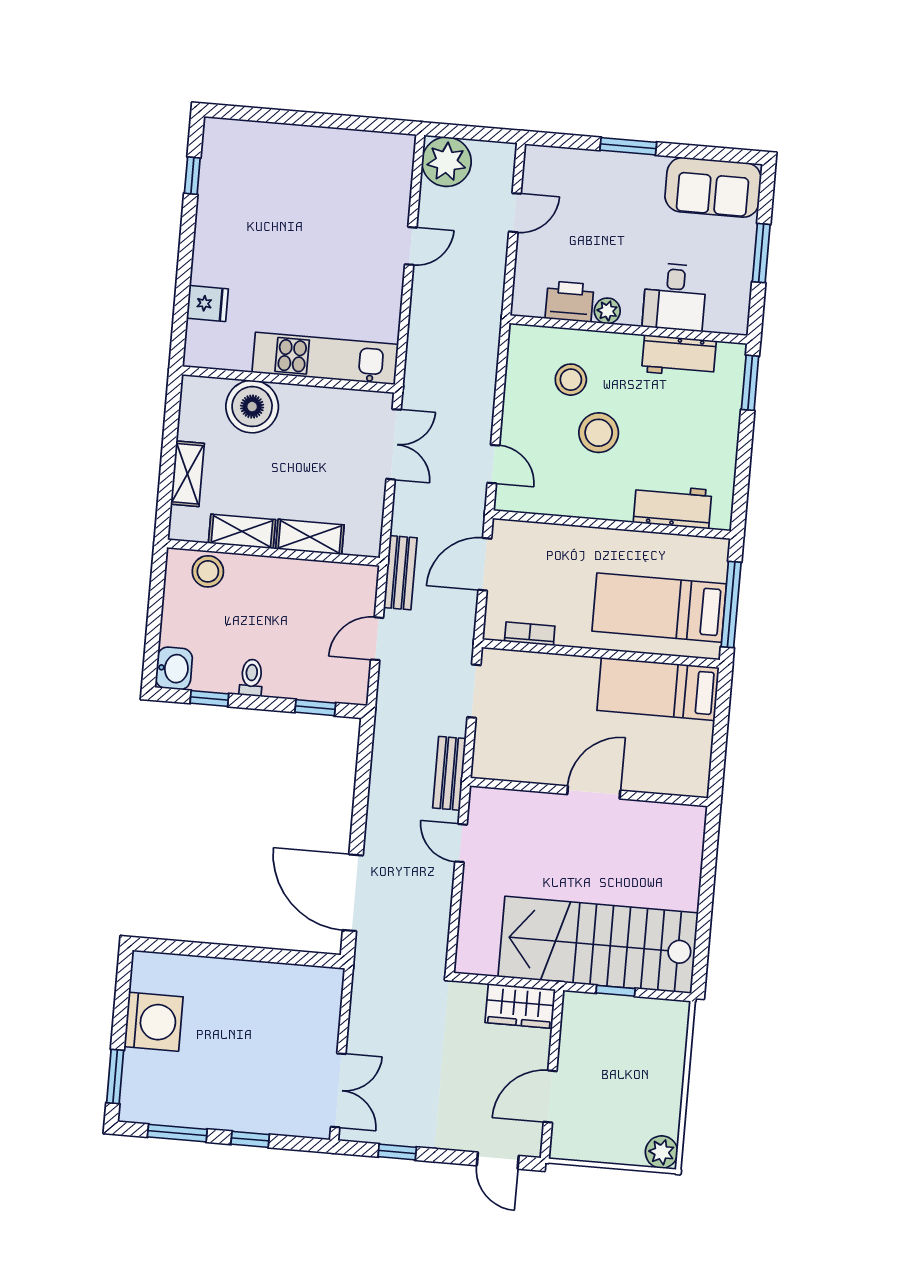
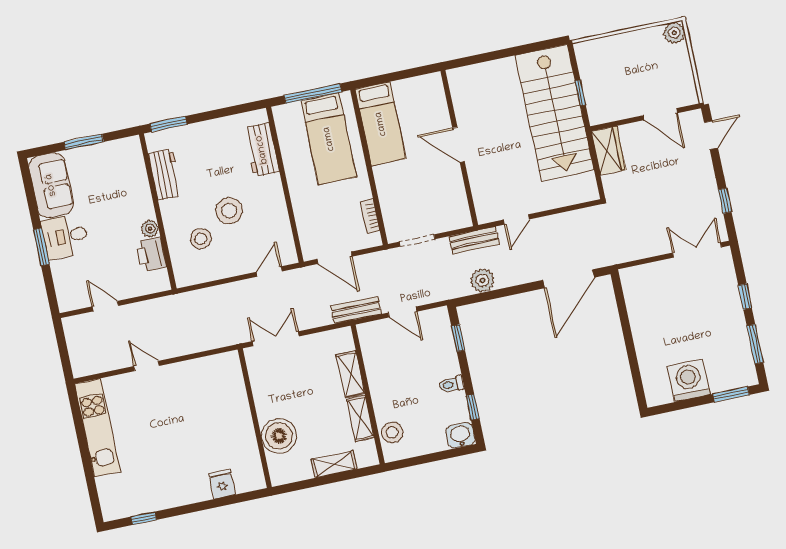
plant: (446, 162) -> (482, 280), moved, width x0.73, depth x0.73
desk: (675, 297) -> (65, 236), moved, turned 180
kitchen unit: (325, 359) -> (97, 428), moved, turned 180

